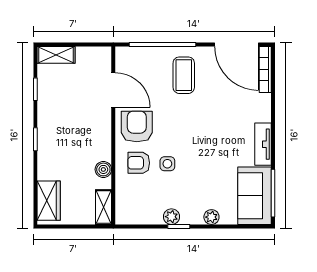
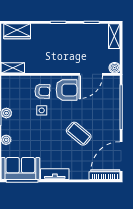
coffee table: (184, 75) -> (79, 134), moved, turned 40
armchair: (139, 163) -> (42, 91), turned 93
boiler: (103, 169) -> (115, 68), moved

